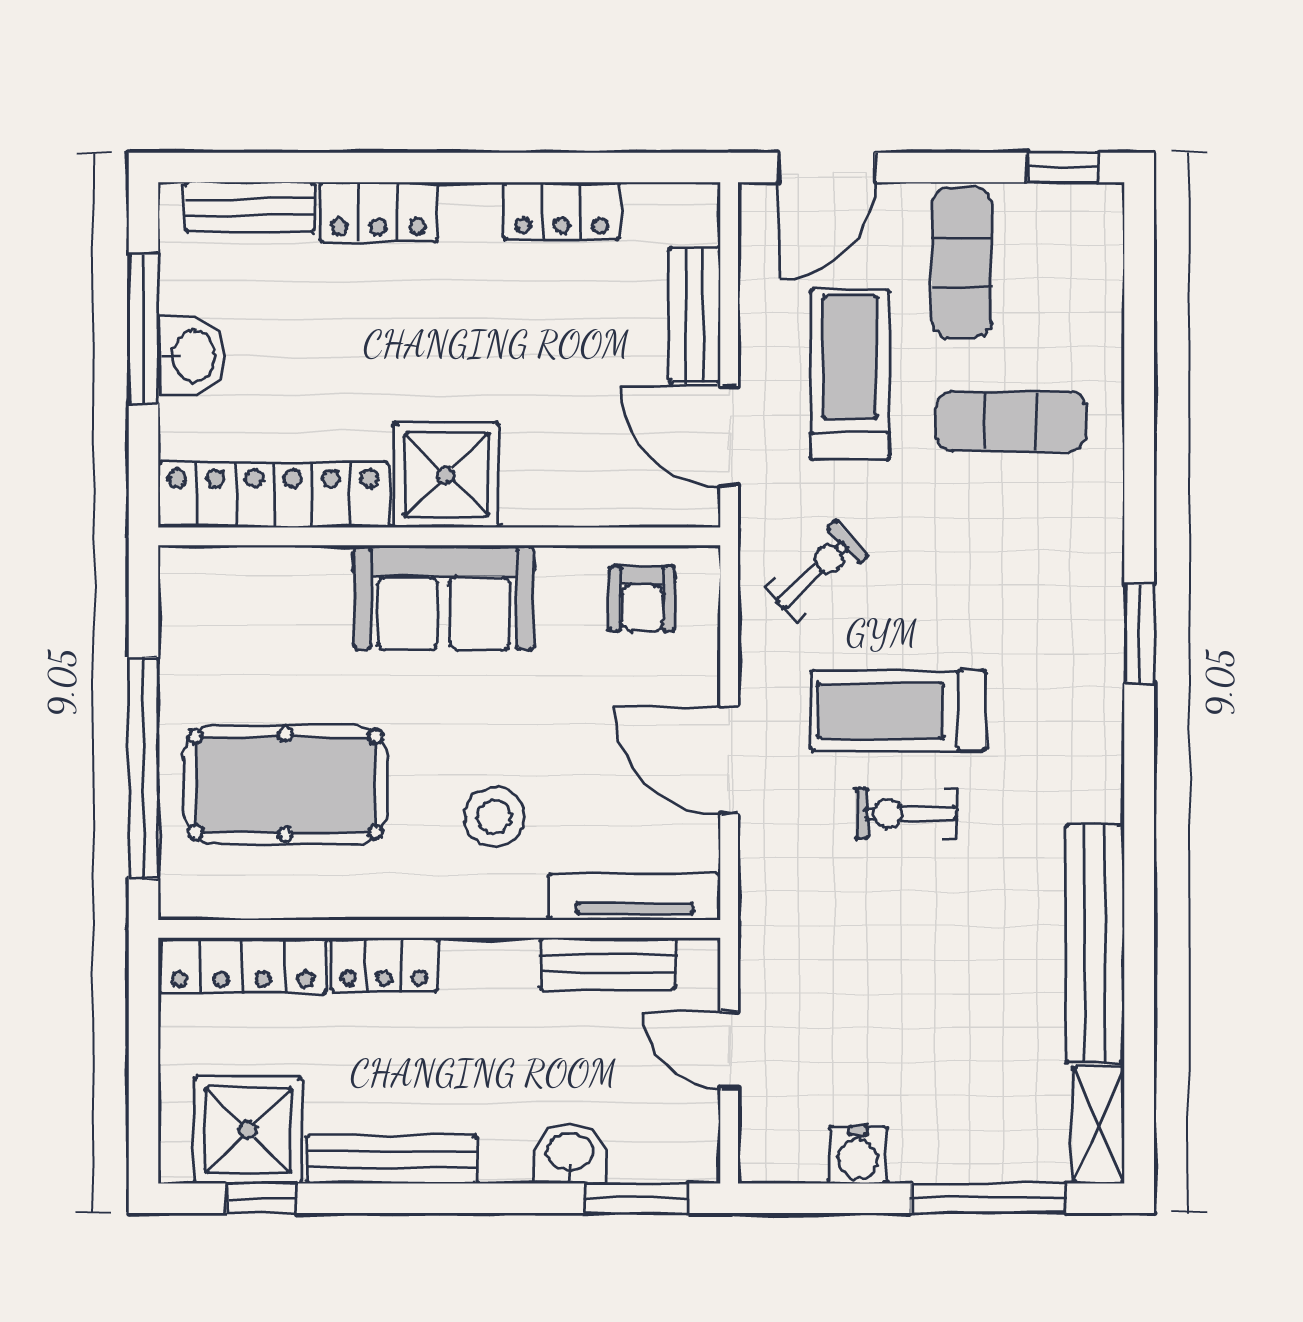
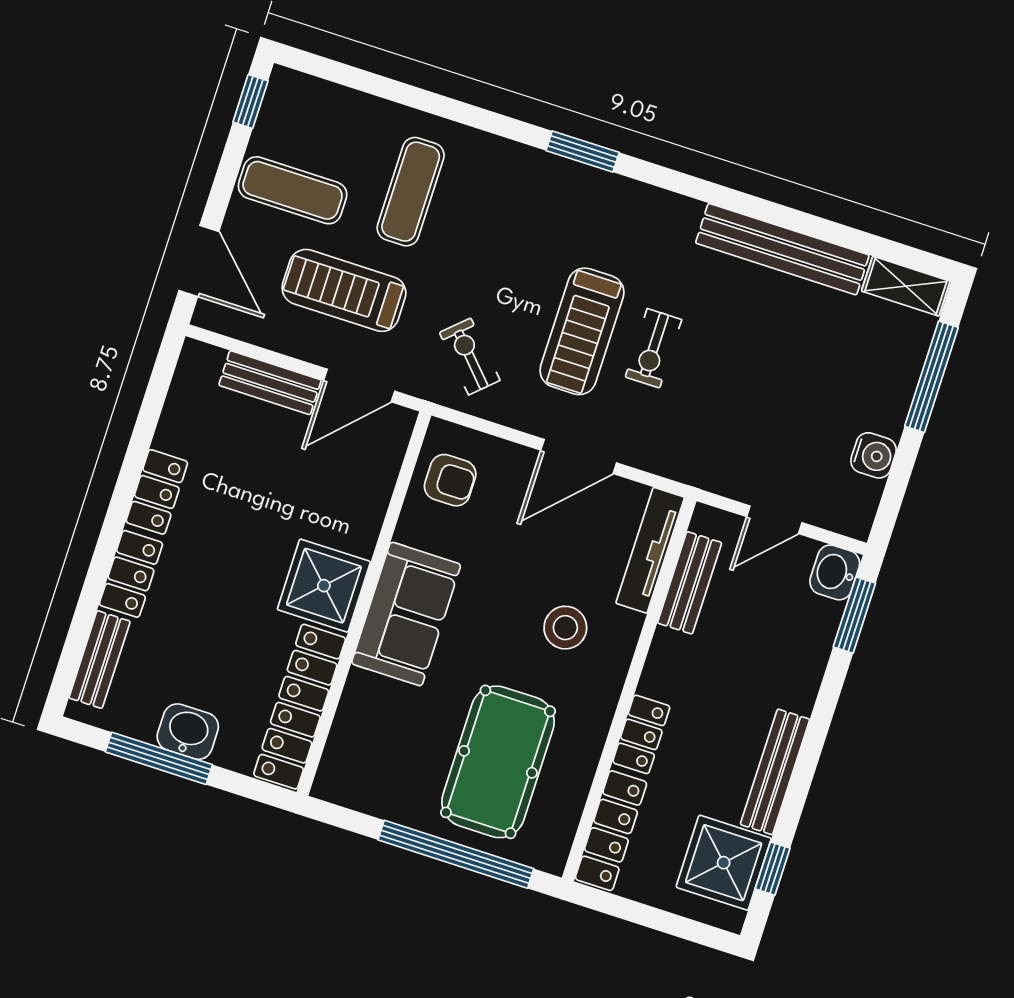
locker: (562, 211) -> (157, 492), moved
washbasin: (570, 1153) -> (835, 572), moved

